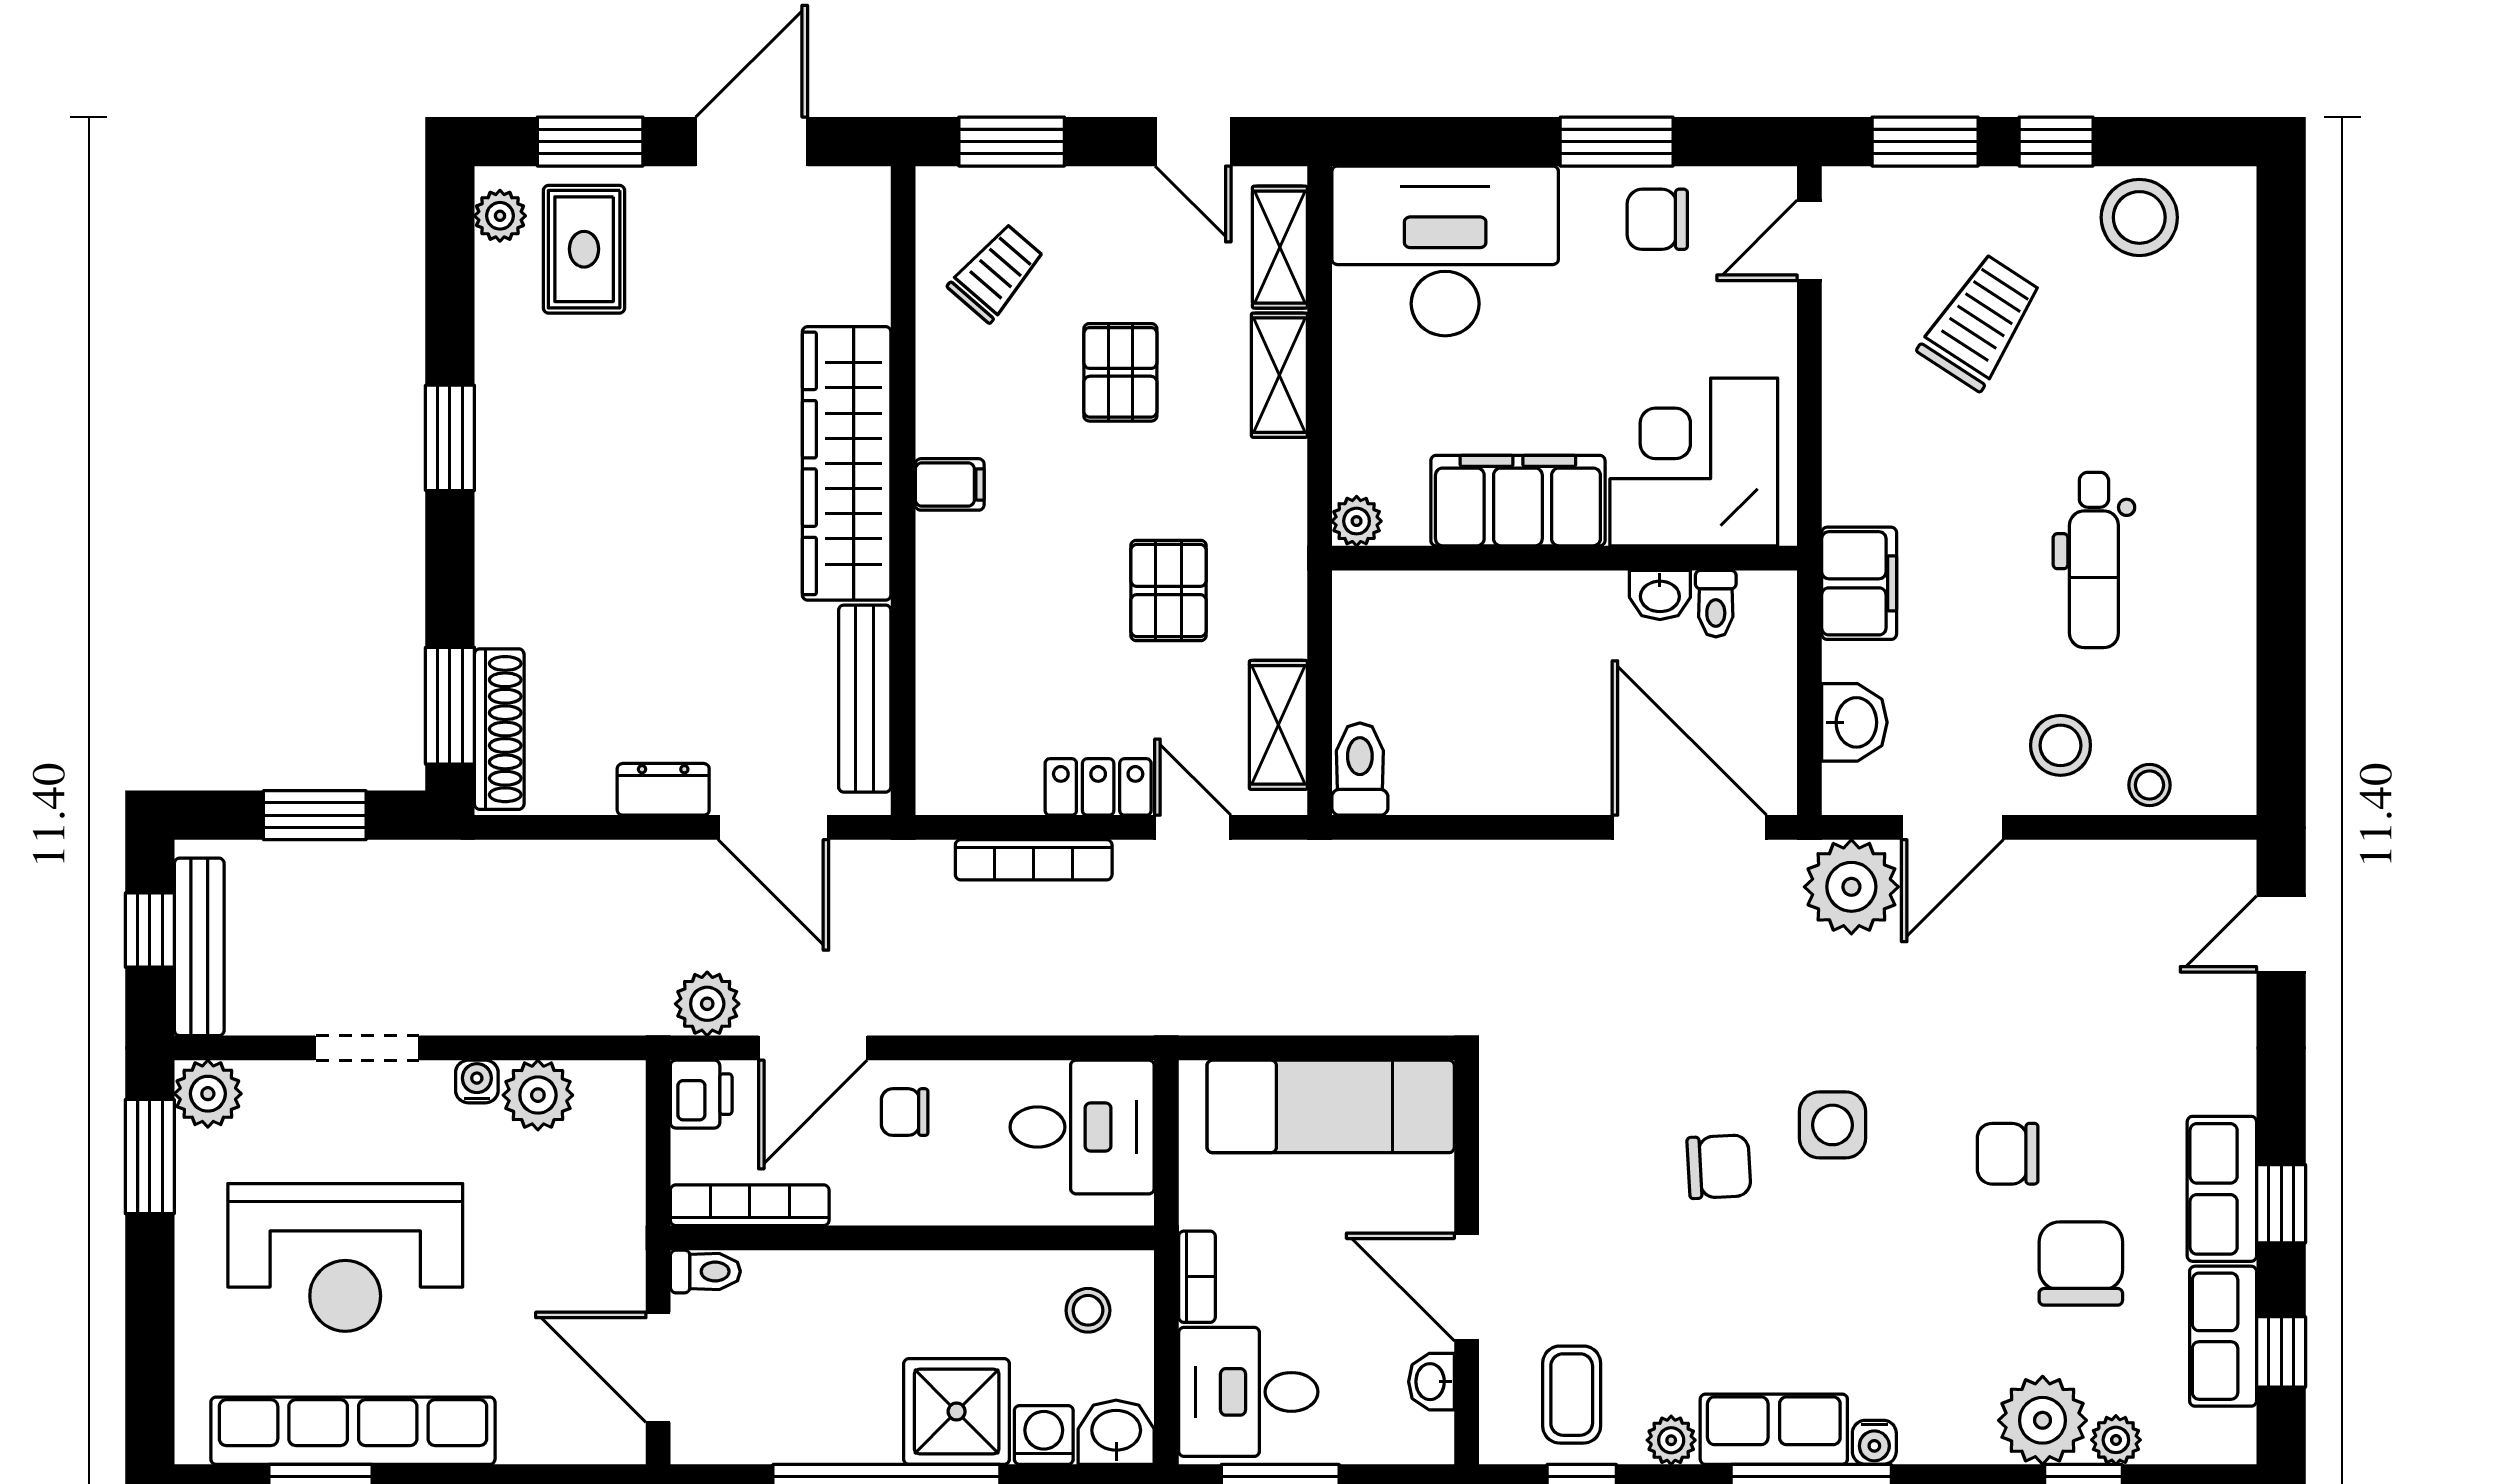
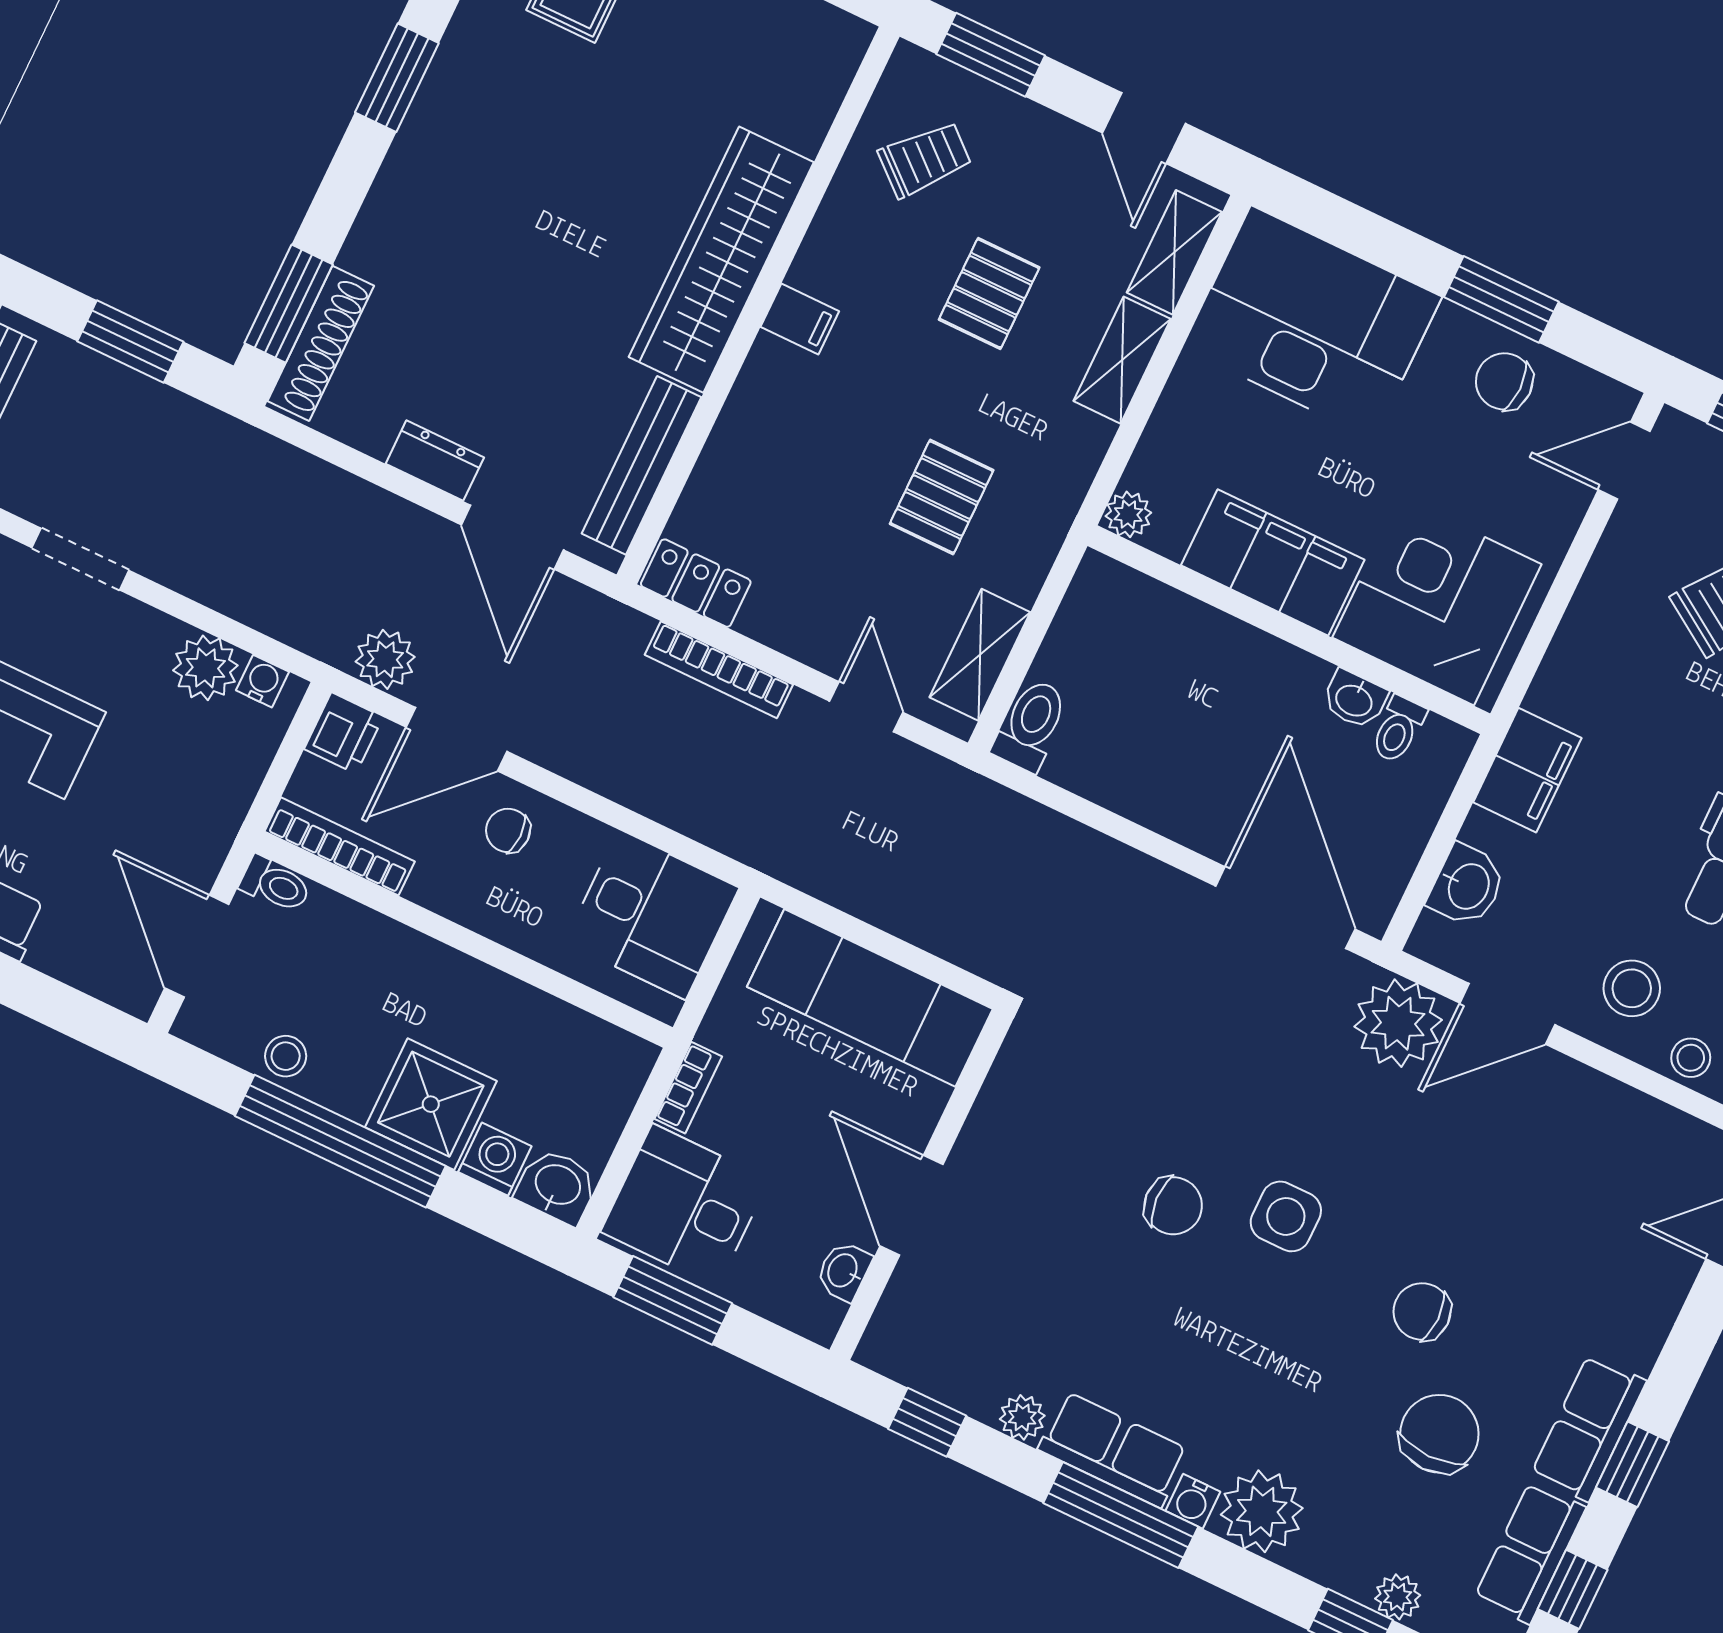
locker: (1098, 787) -> (696, 583), moved
water cooler: (477, 1082) -> (262, 681), moved
stool: (1088, 1310) -> (286, 1056), moved
coffee table: (1572, 1395) -> (957, 1339), removed
plant: (2043, 1420) -> (1262, 1511), moved

